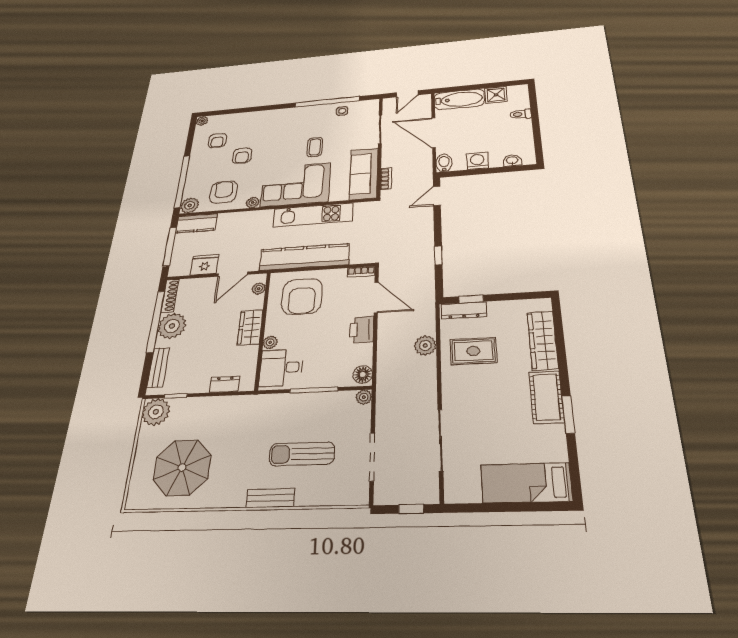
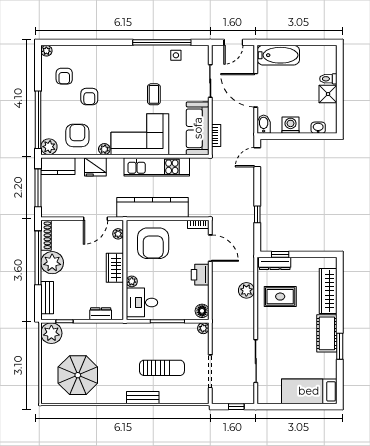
shower: (496, 95) -> (328, 94), moved
fridge: (205, 265) -> (95, 167), moved, turned 180
sun lounger: (302, 454) -> (162, 368), turned 180

